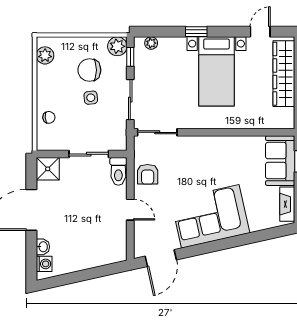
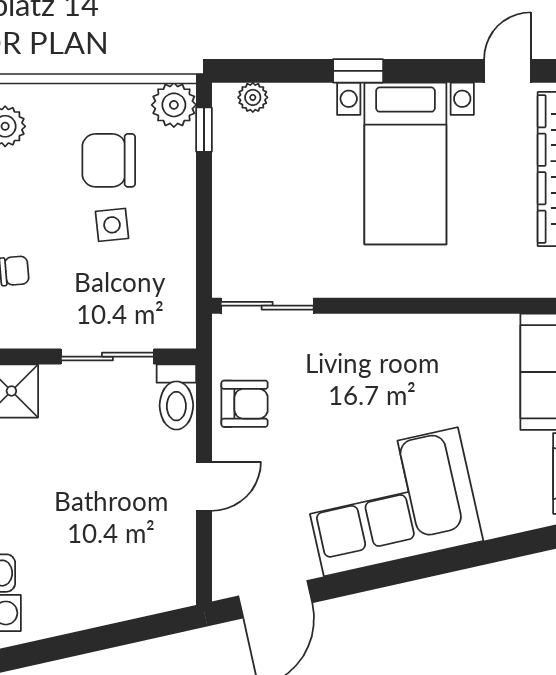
sliding door: (130, 100) -> (204, 229), removed
armchair: (148, 174) -> (245, 404), turned -90
door: (130, 210) -> (204, 486), hinge flipped

